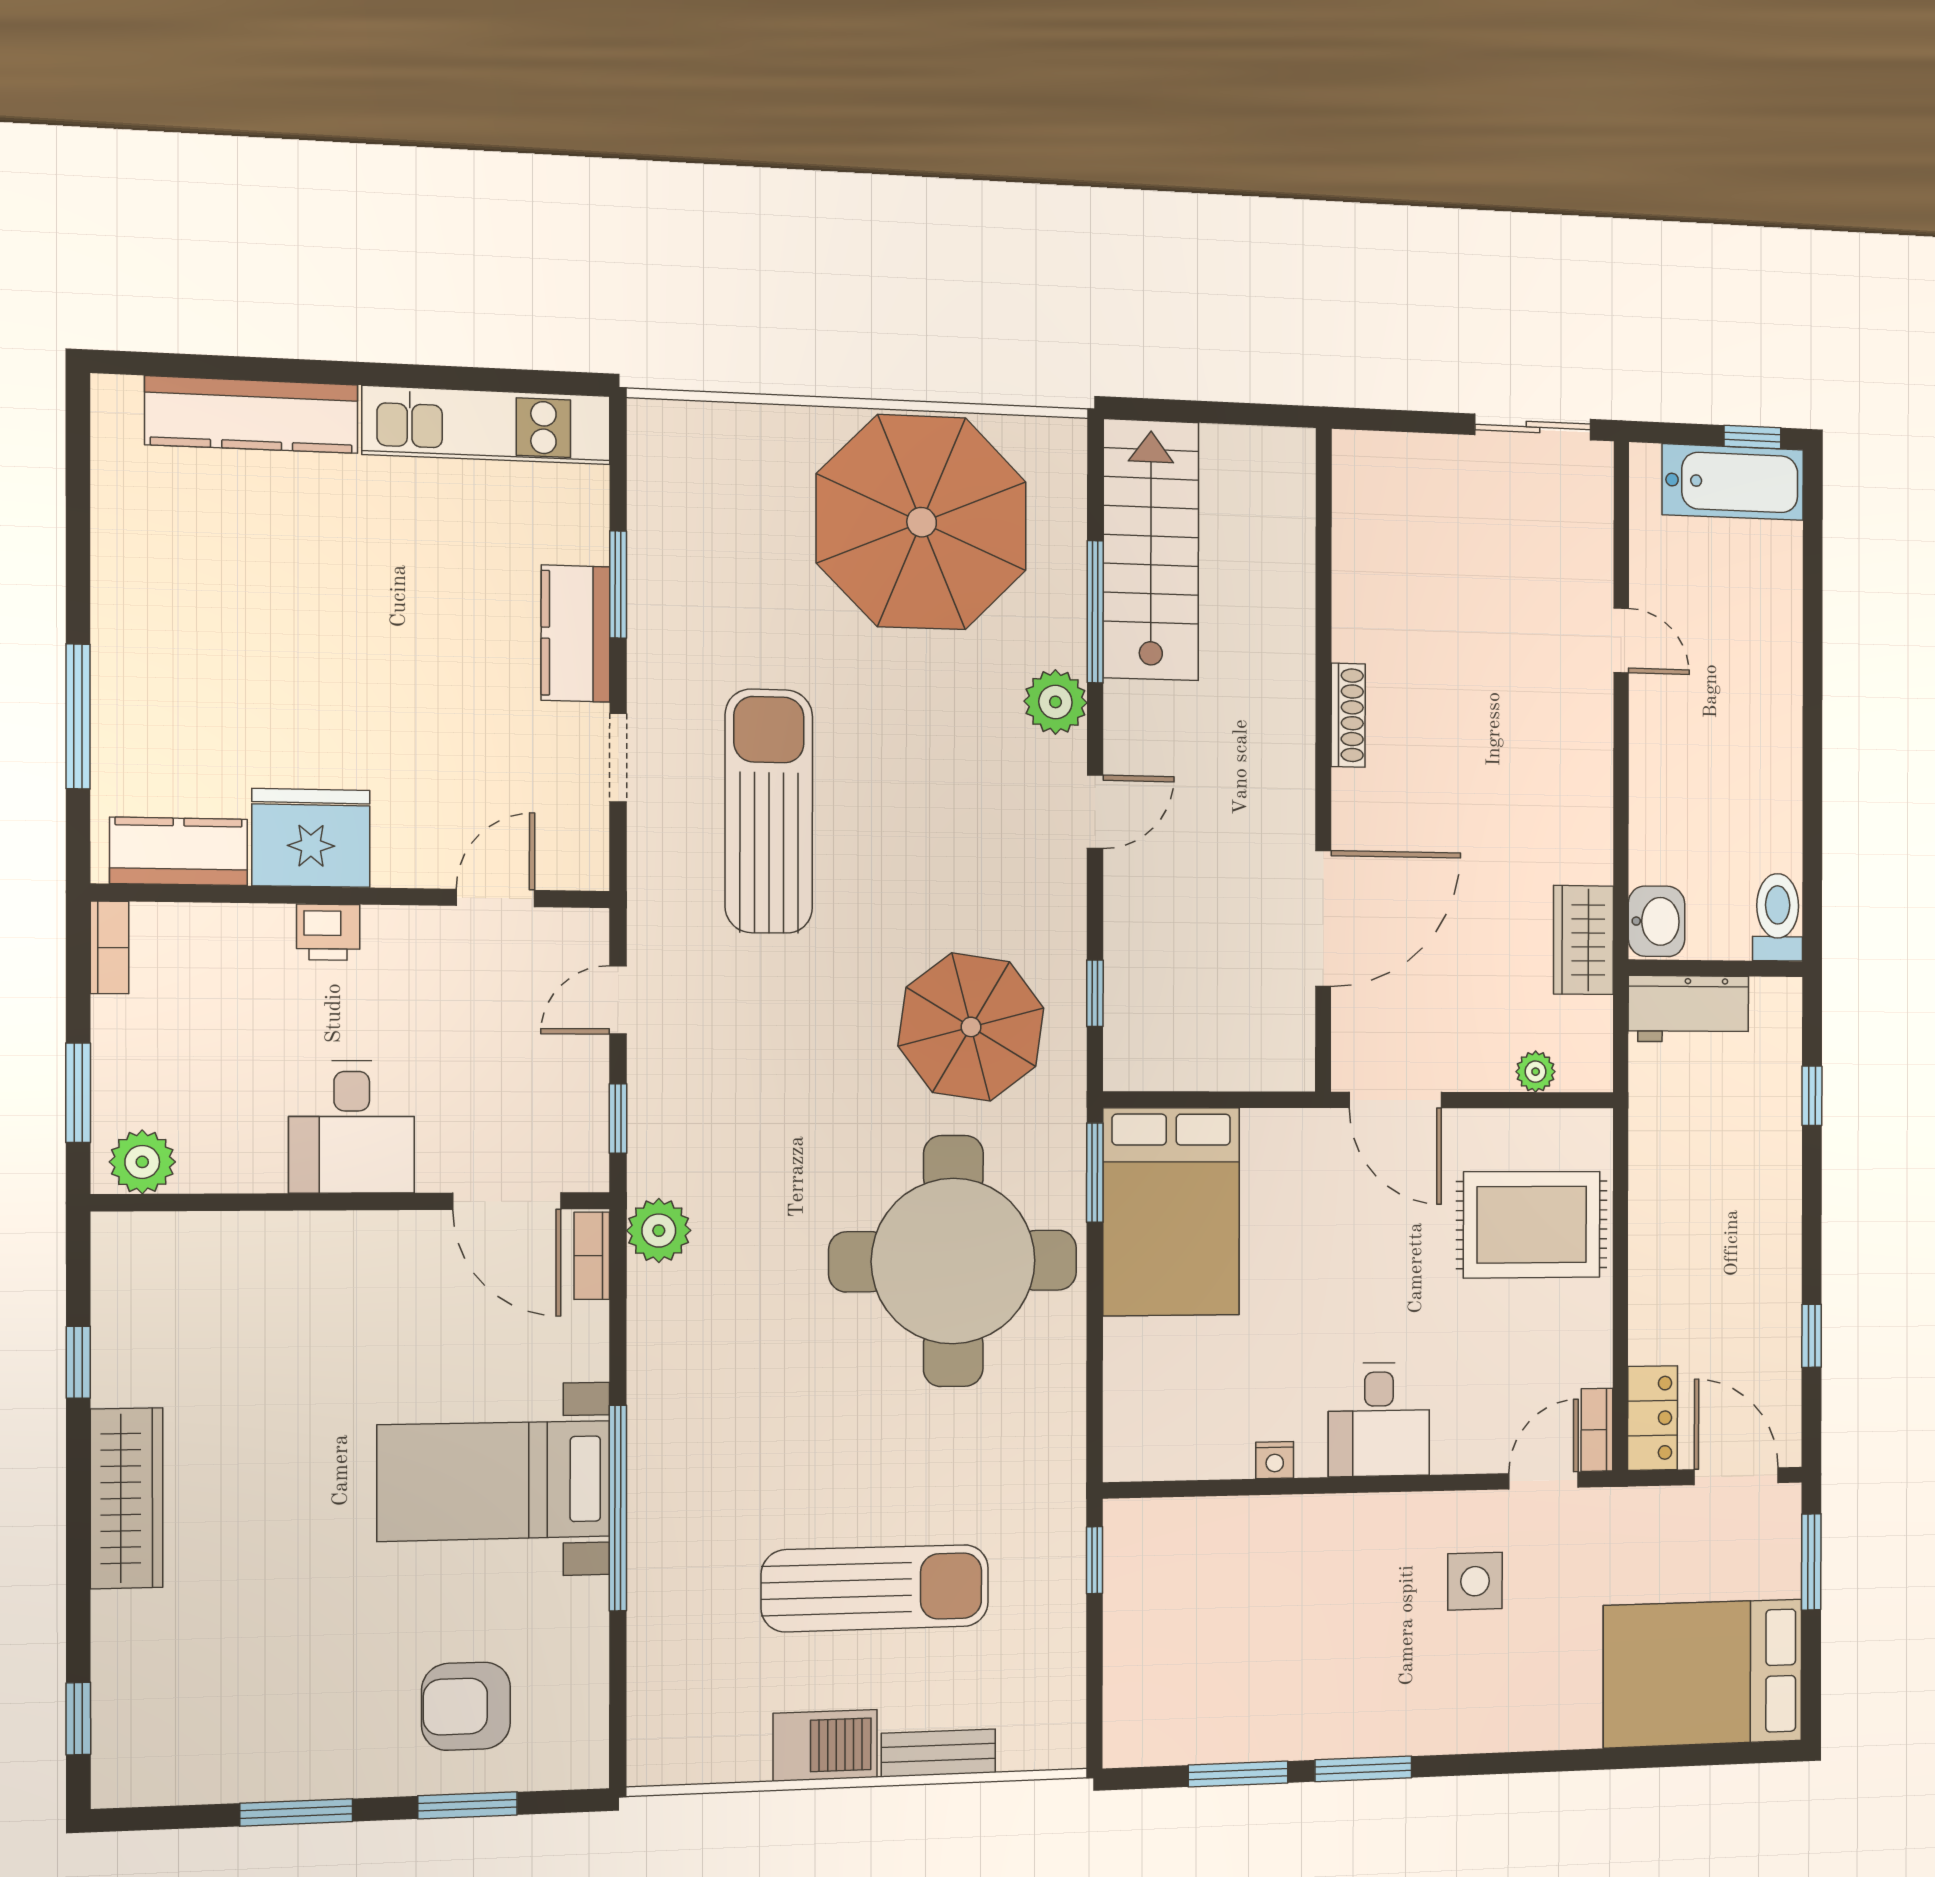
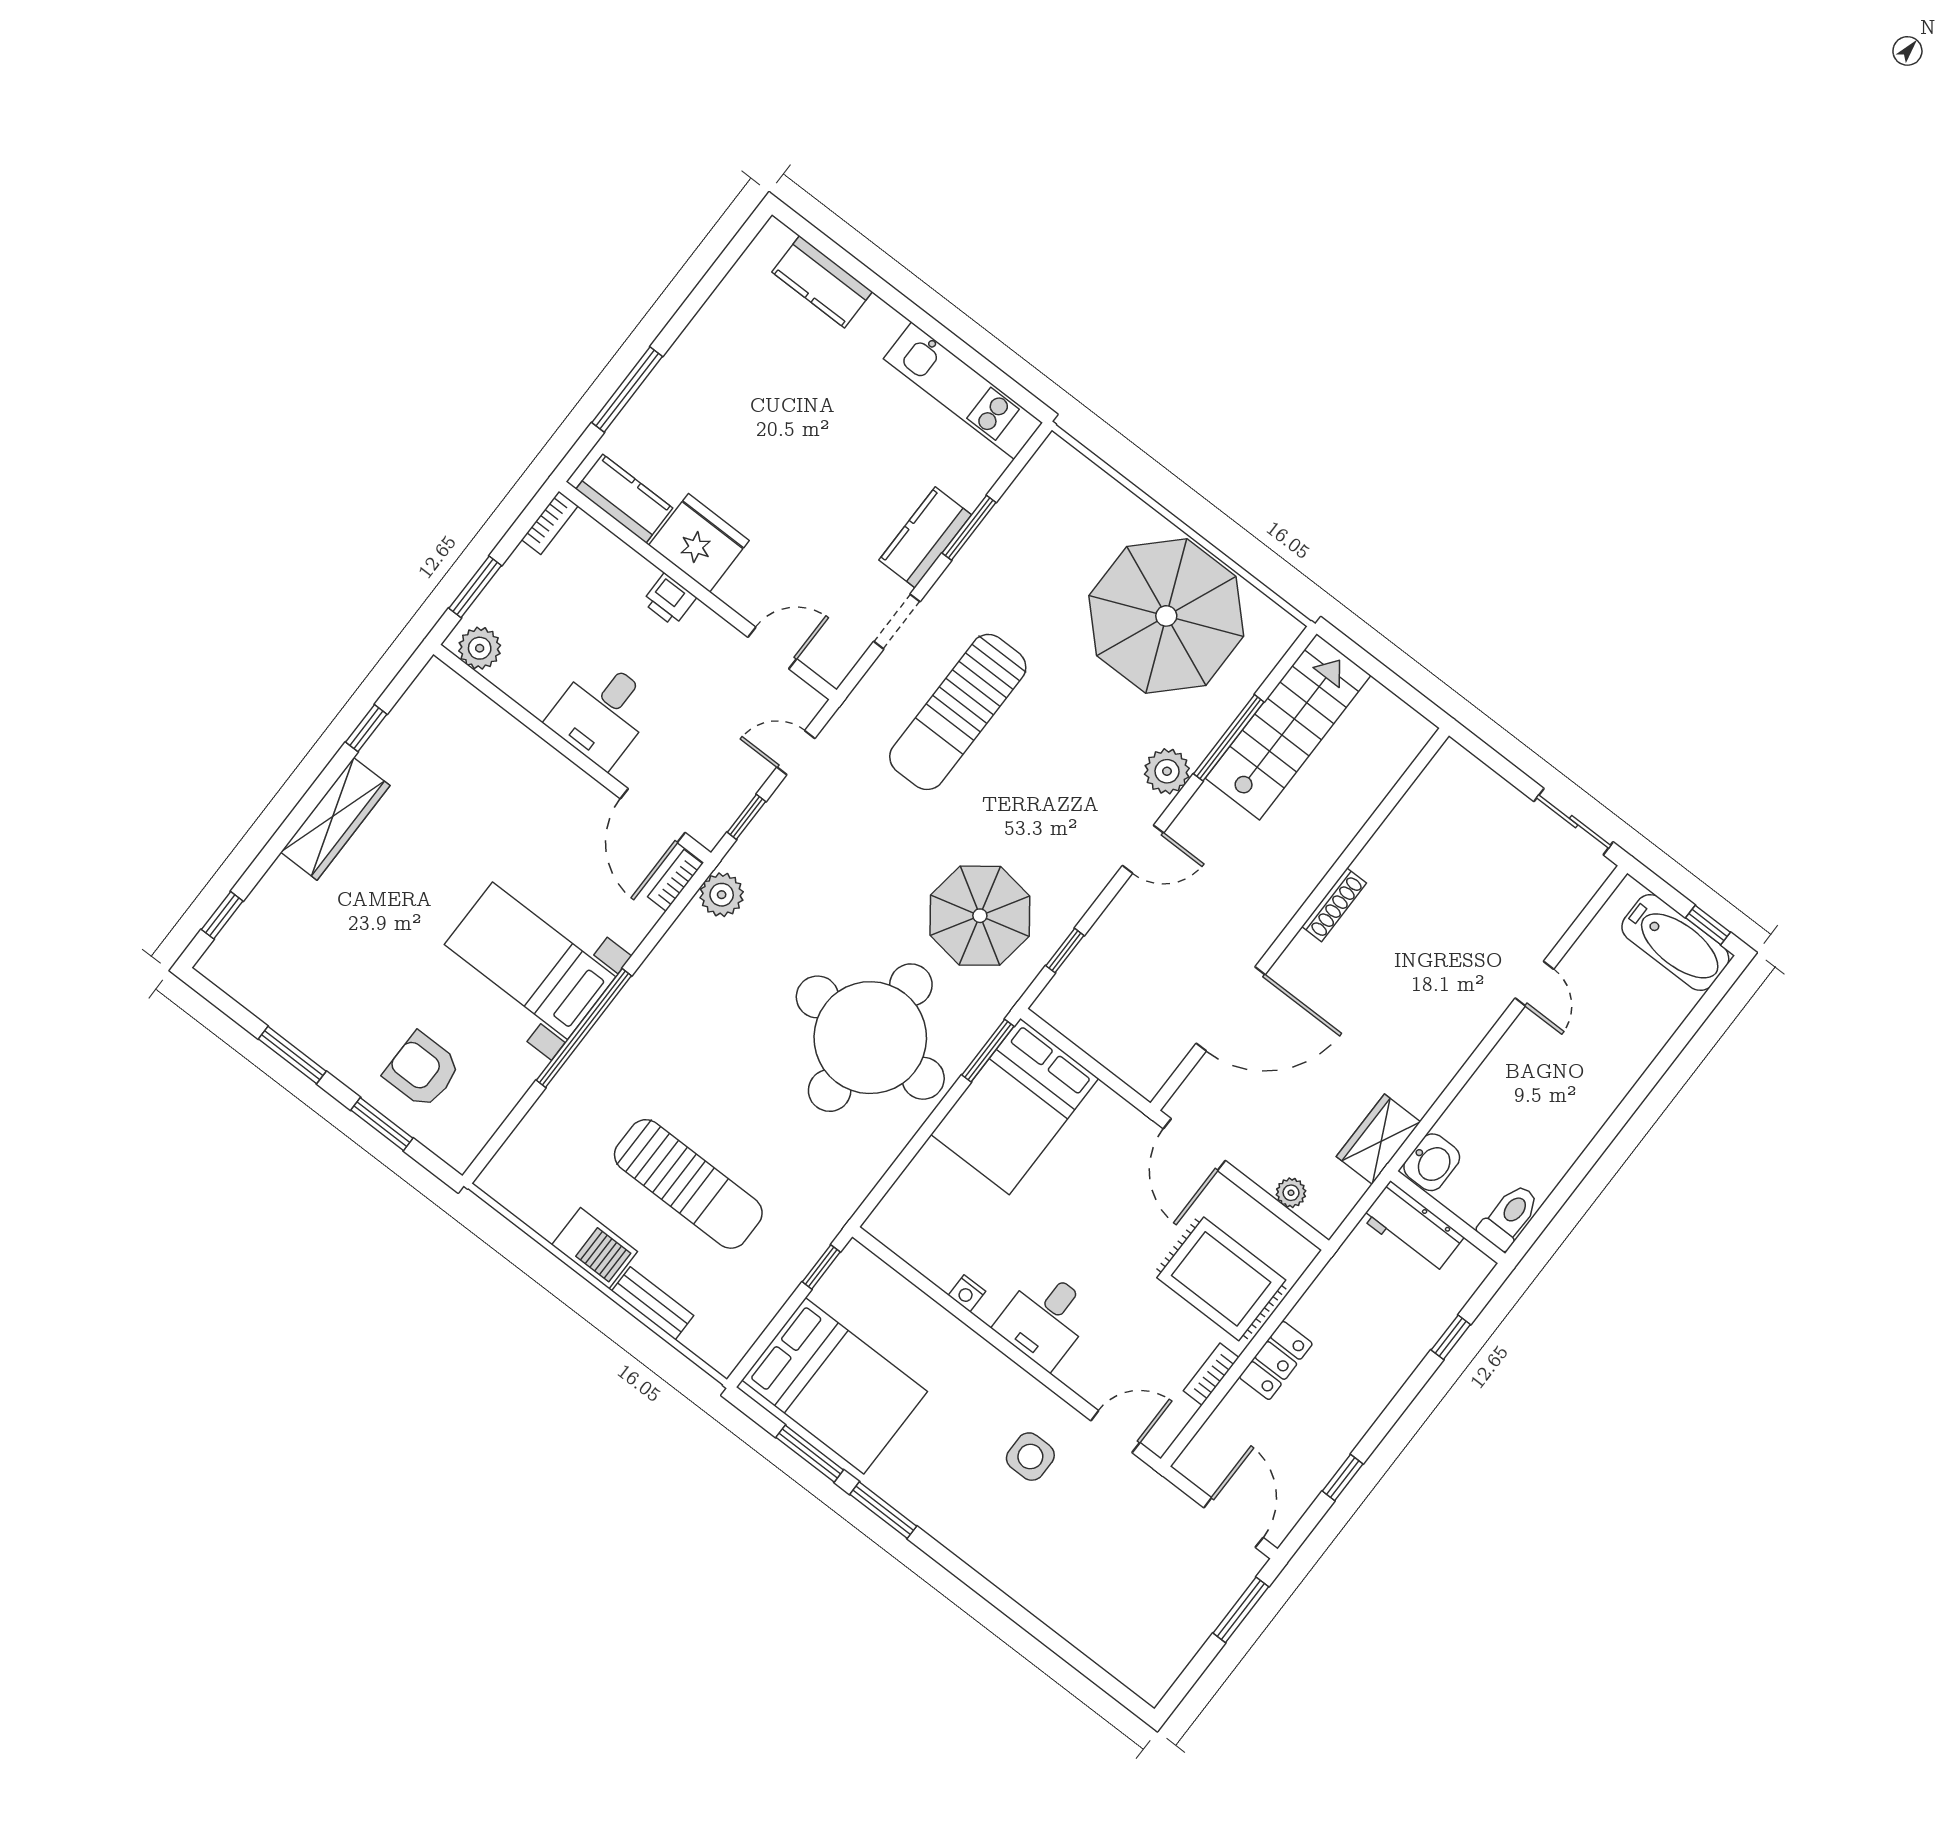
kitchen counter: (252, 415) -> (822, 282), width x0.67
sun lounger: (769, 811) -> (958, 712), turned 180
locker: (1653, 1418) -> (1276, 1360), moved
bookcase: (1597, 1430) -> (1211, 1374), moved
bed: (1703, 1673) -> (835, 1386), moved, turned 180

